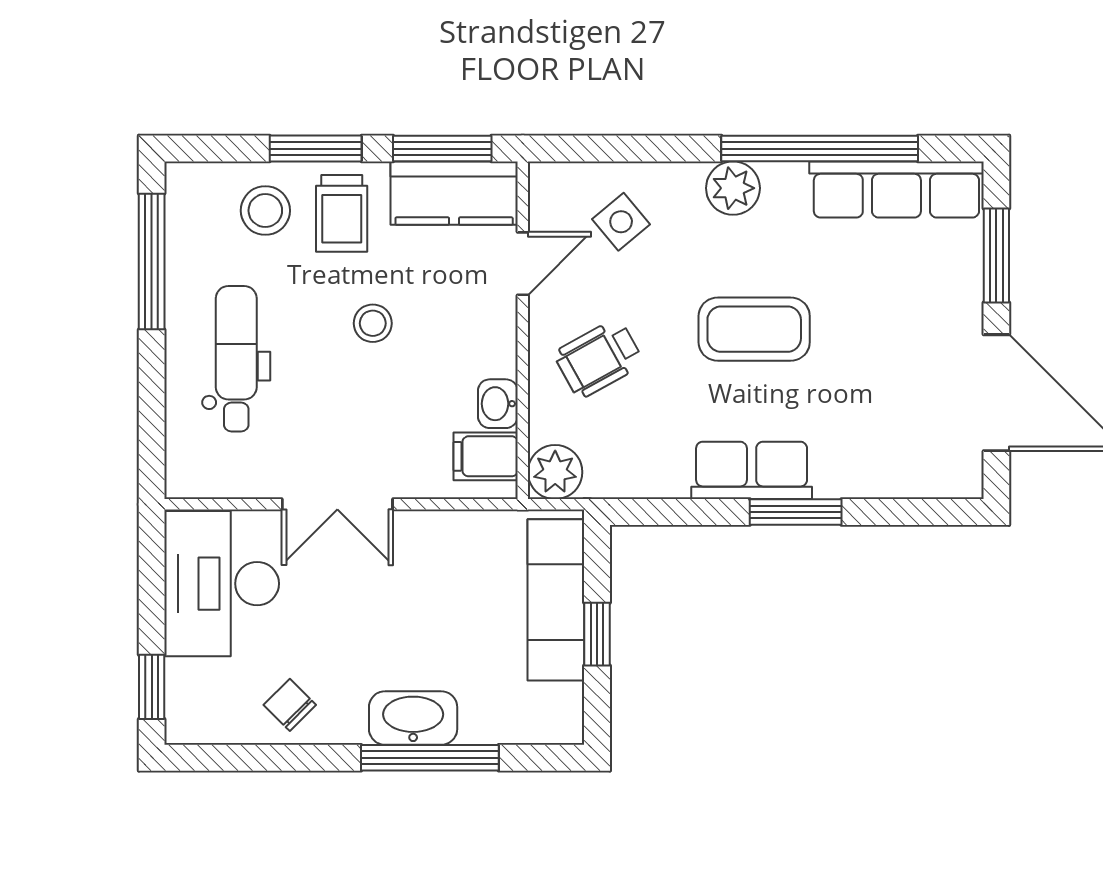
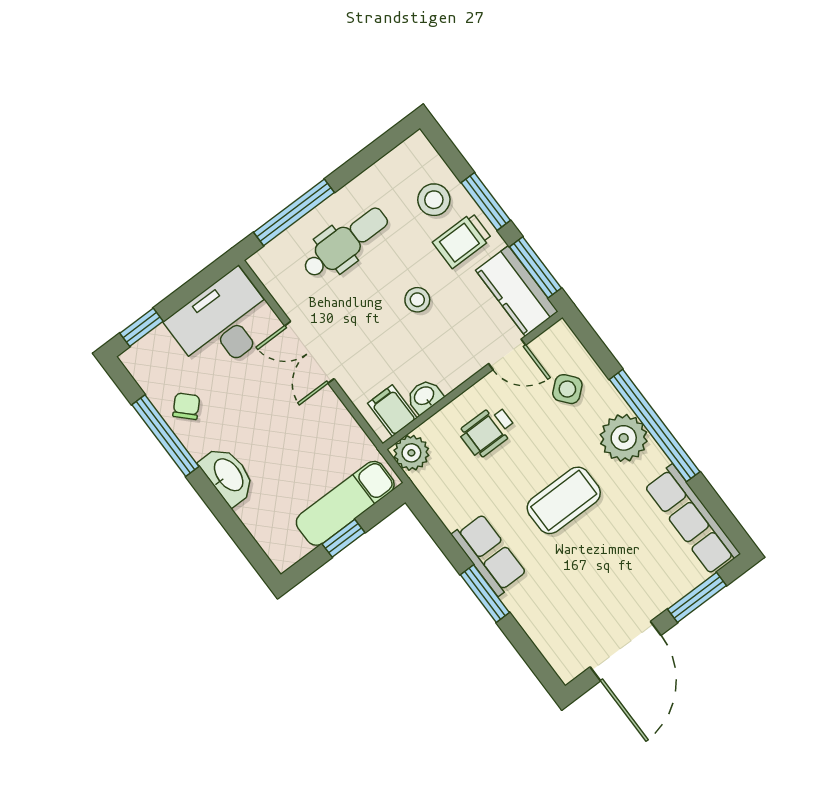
window: (820, 149) -> (655, 426), moved
plant: (733, 188) -> (624, 438), width x1.36, depth x1.36
window: (152, 262) -> (294, 212), moved
coffee table: (754, 329) -> (564, 500), turned 90
wheelchair: (599, 358) -> (488, 431), turned -61
window: (430, 758) -> (165, 436), moved

